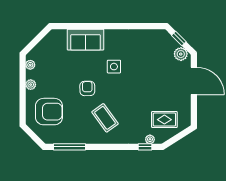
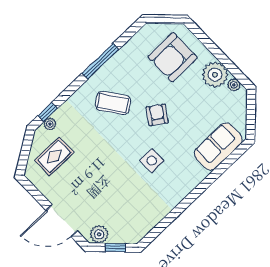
sofa: (86, 40) -> (218, 147), moved
plant: (31, 85) -> (215, 75), width x1.88, depth x1.88
armchair: (87, 88) -> (157, 115), turned -145
window: (69, 147) -> (100, 61), moved

